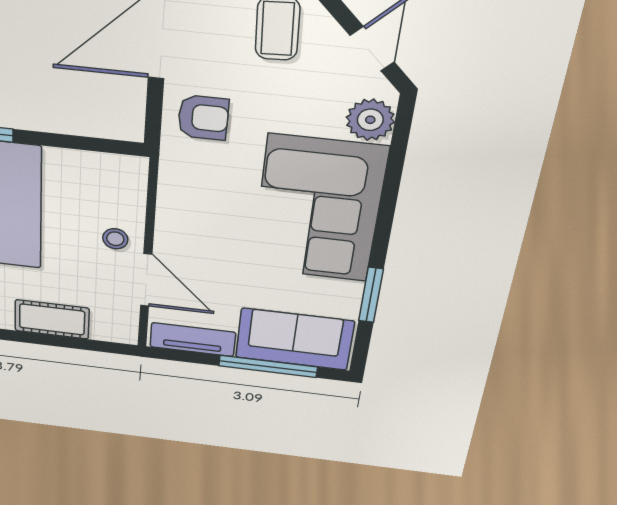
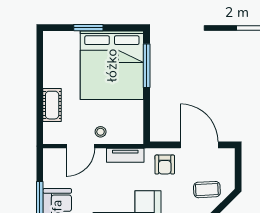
tv unit: (193, 340) -> (125, 155), moved, turned 90

